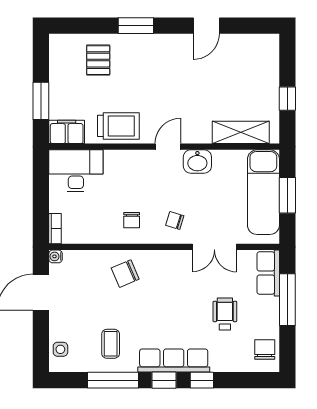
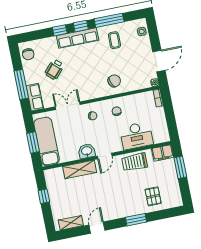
shelving: (250, 43) -> (71, 223), added
shelving: (241, 132) -> (80, 169), moved
desk: (76, 171) -> (136, 136), moved
wheelchair: (225, 314) -> (54, 69), turned 42

